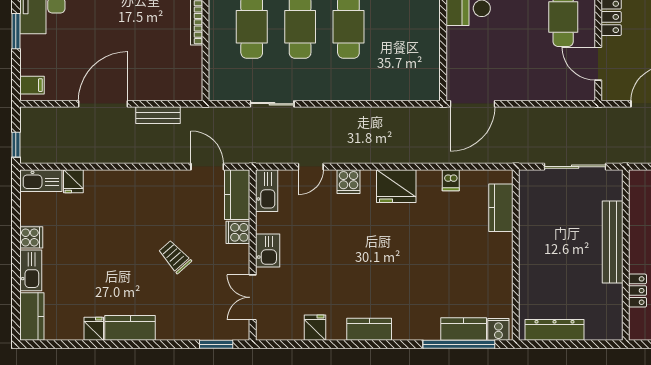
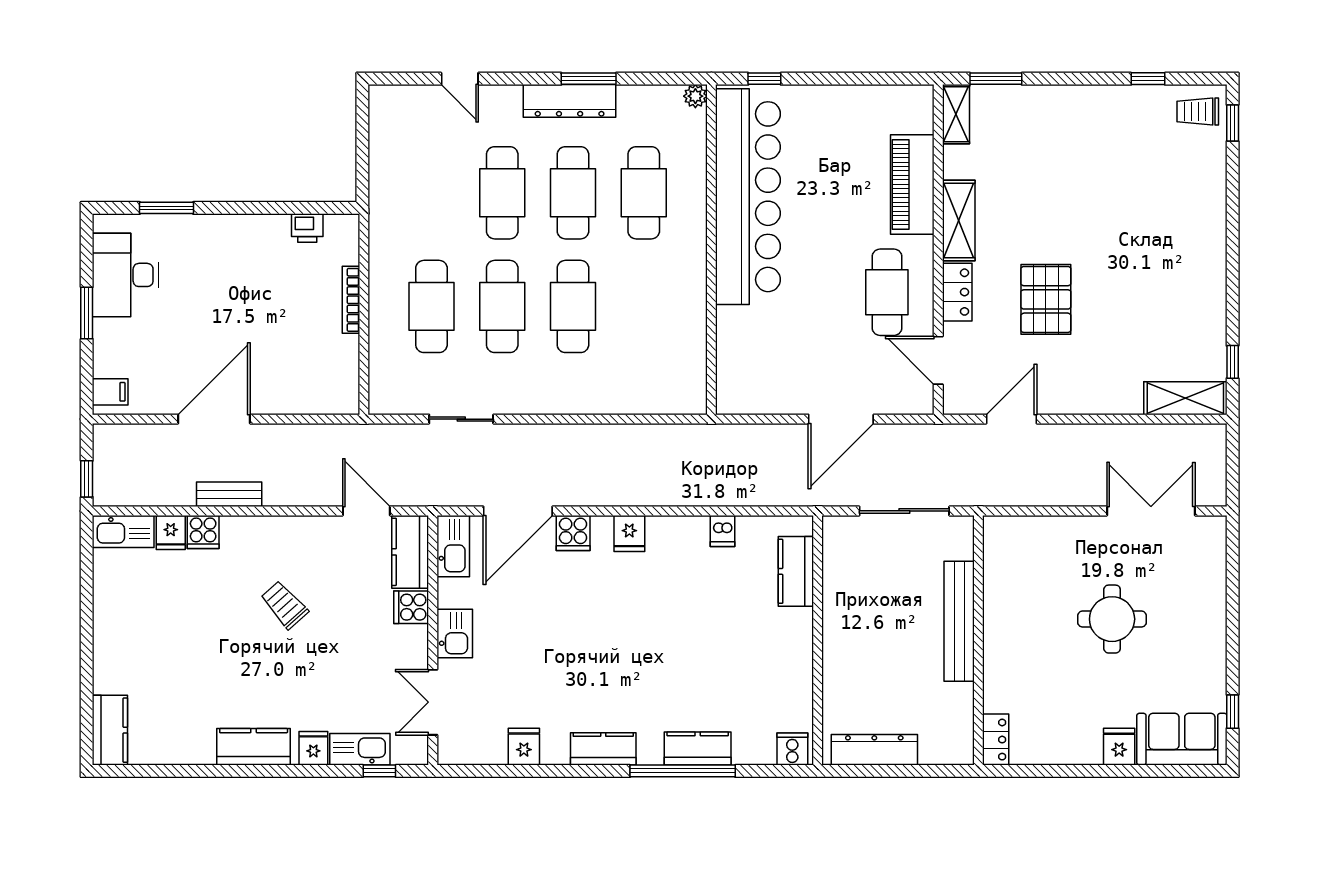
door: (472, 104) -> (841, 419), moved
bench: (158, 115) -> (229, 494), moved
door: (311, 167) -> (518, 511), width x1.88
fridge: (396, 186) -> (629, 533), width x0.53, depth x0.75
cooker: (31, 237) -> (203, 532), moved, turned 90
trolley: (175, 257) -> (284, 605), moved
kitchen sink: (31, 270) -> (360, 749), moved, turned -90
locker: (637, 291) -> (996, 740), moved
fridge: (94, 329) -> (313, 748), moved
kitchen counter: (464, 329) -> (698, 749), moved
window: (216, 344) -> (379, 771), width x0.67
window: (459, 344) -> (683, 771), moved

